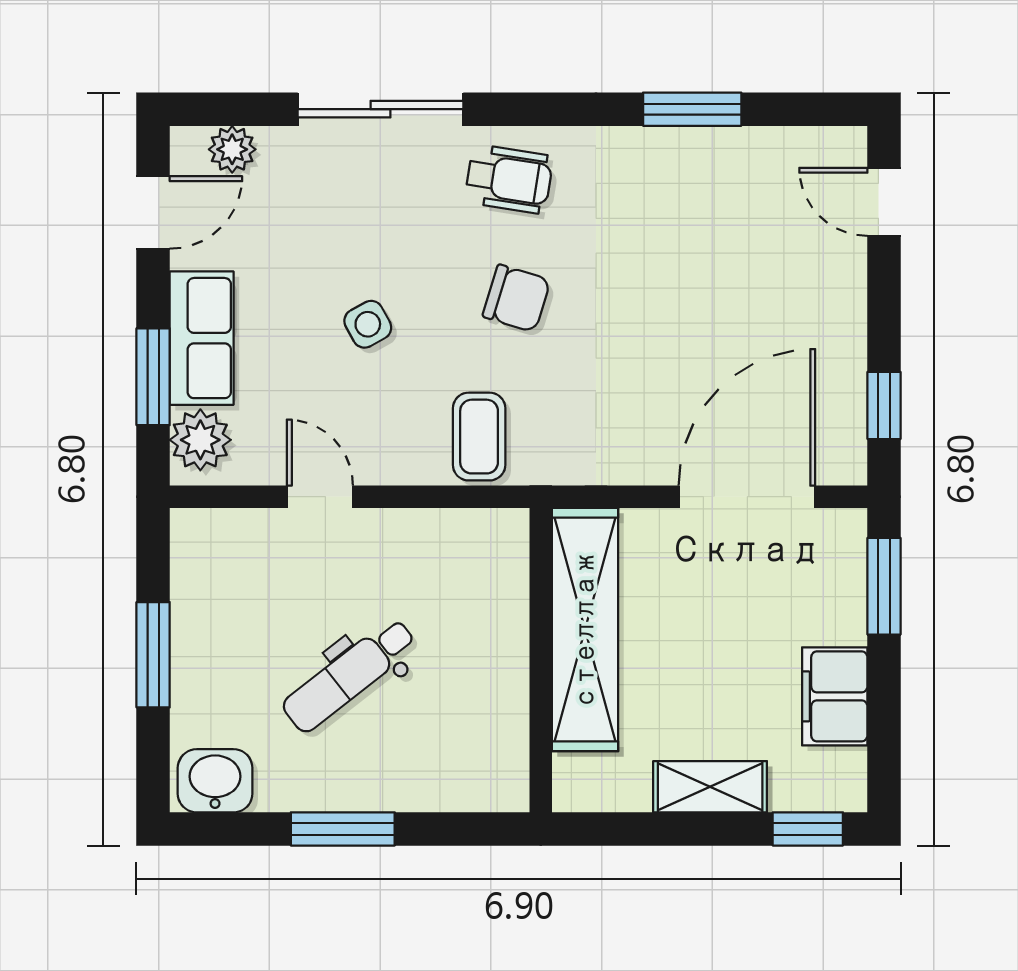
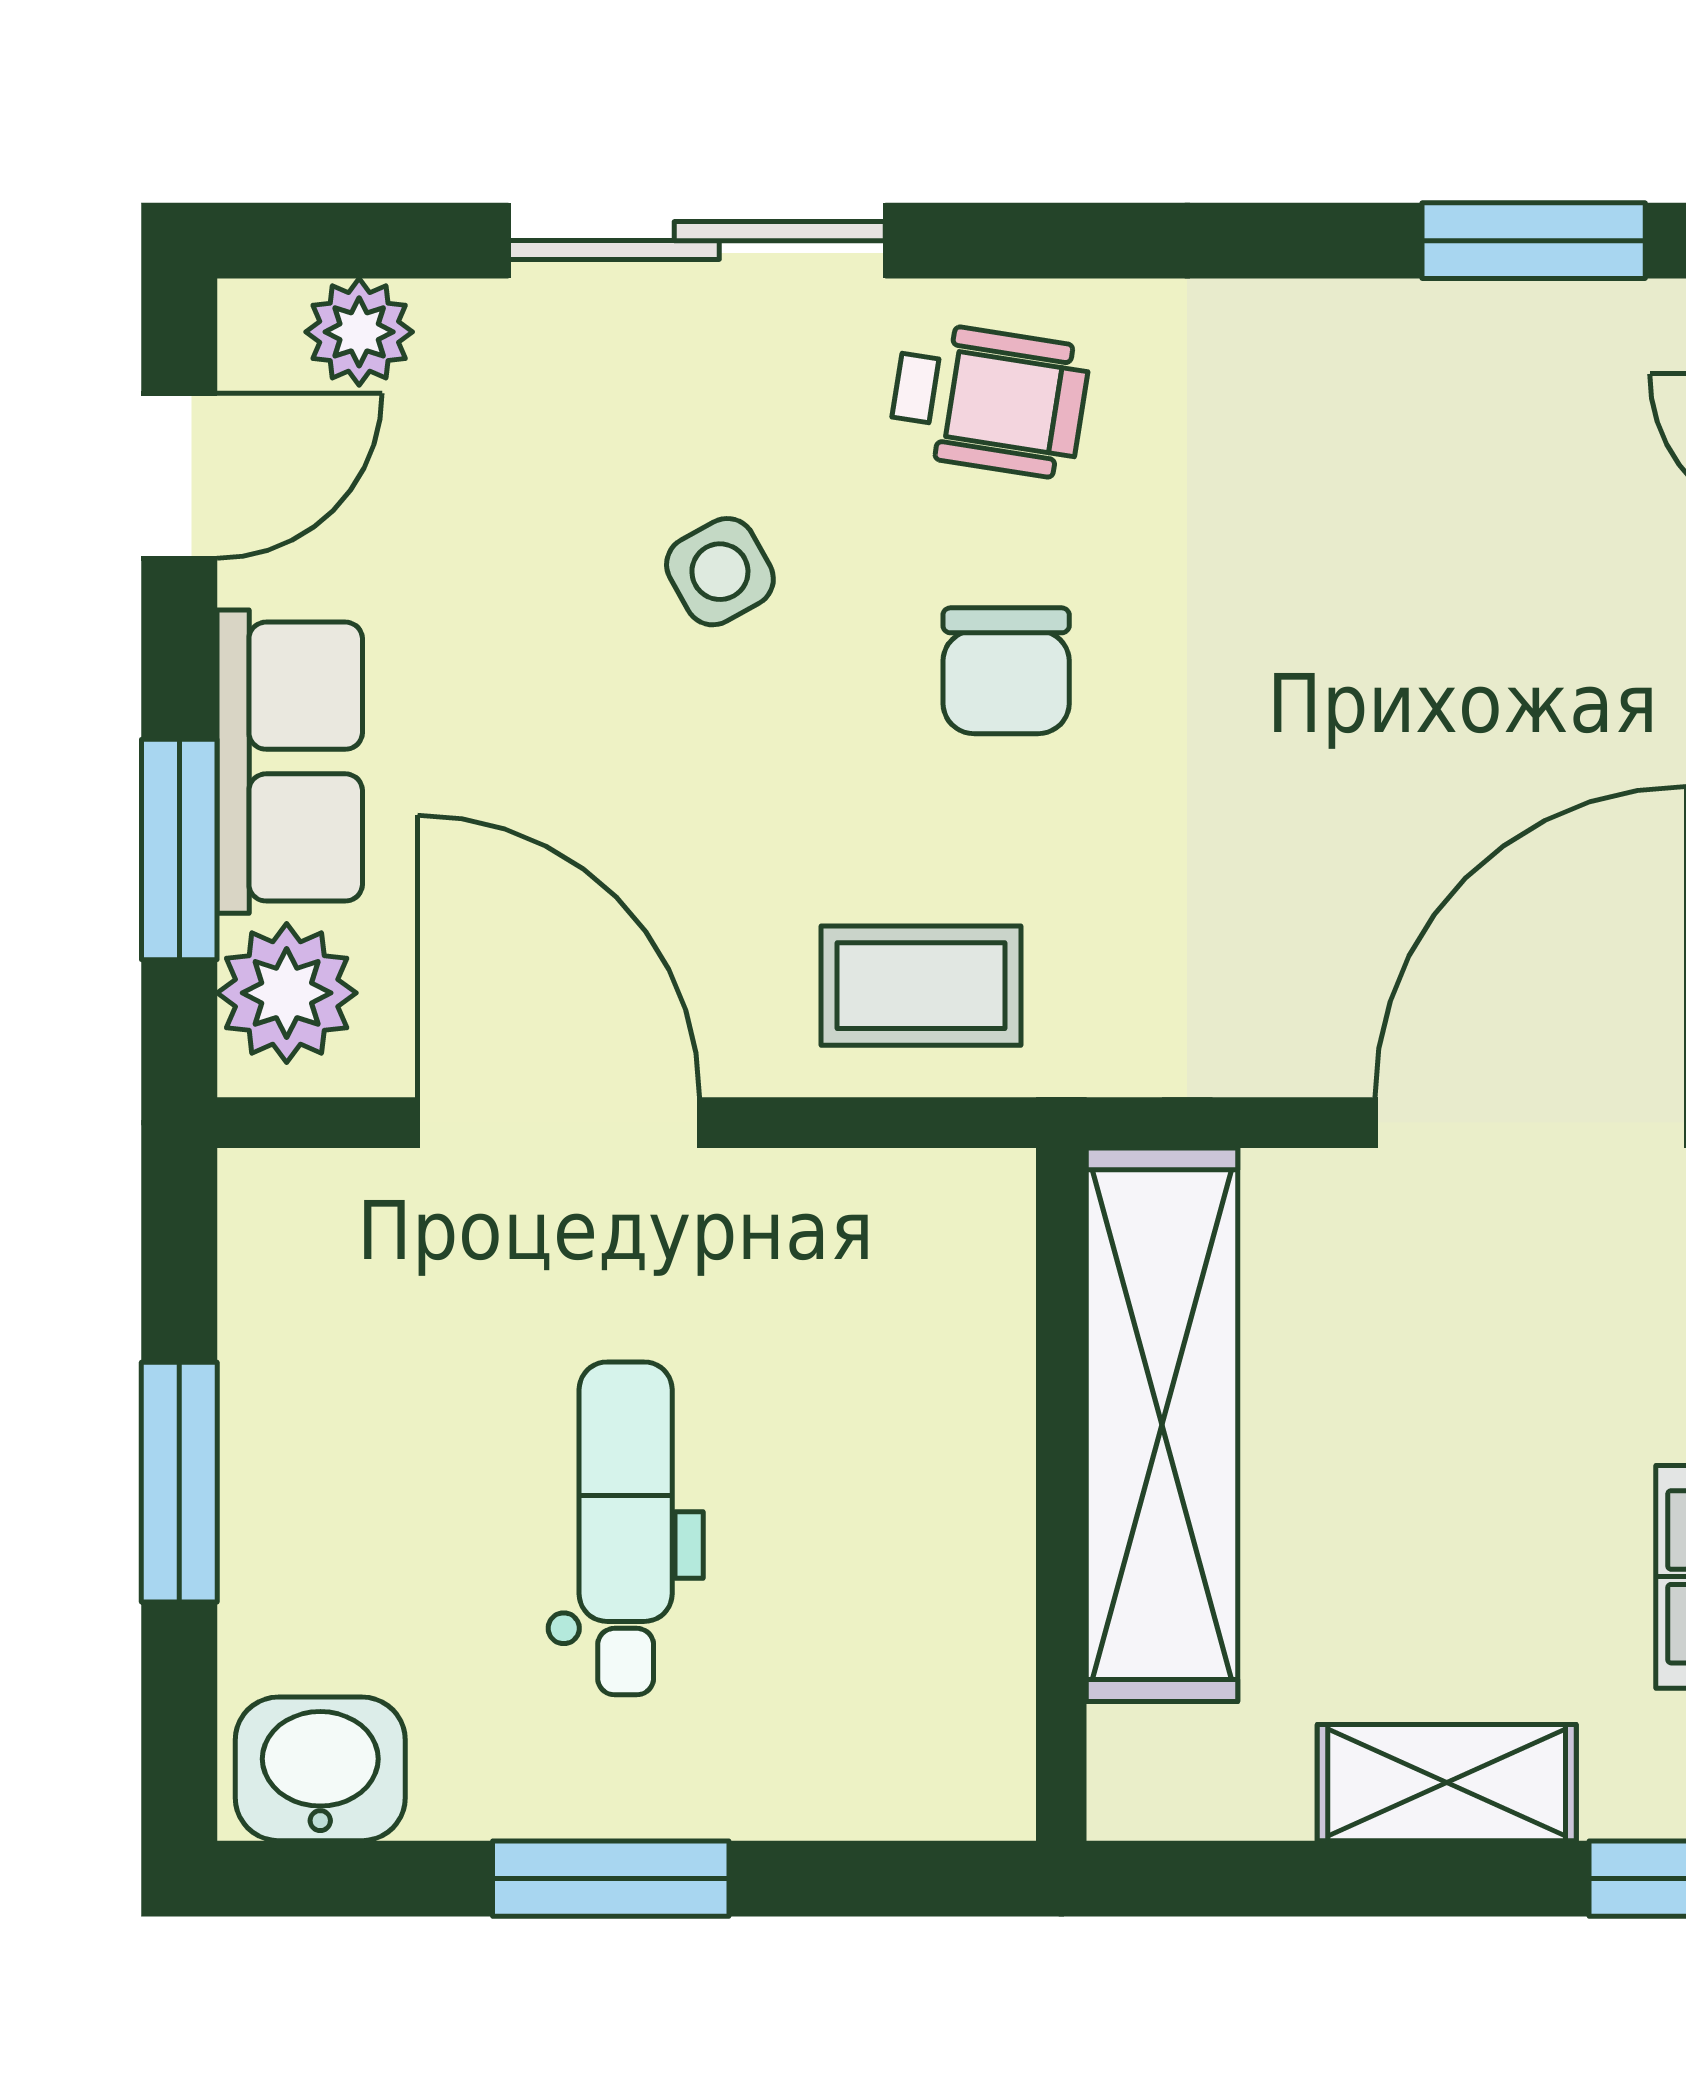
window: (692, 109) -> (1534, 241), moved
chair: (516, 298) -> (1006, 671), turned 73
side table: (368, 324) -> (720, 572), moved
coffee table: (479, 437) -> (921, 986), turned 90
door: (320, 497) -> (559, 1123), width x1.87
dental chair: (349, 675) -> (626, 1528), turned 128

